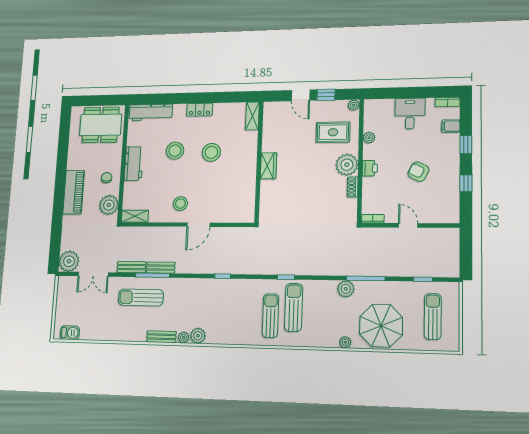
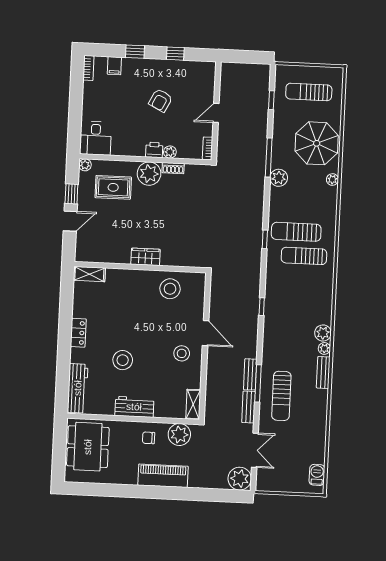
desk: (410, 114) -> (95, 138), moved, turned -90
rug: (333, 132) -> (113, 187), turned 90
plant: (369, 138) -> (170, 152), moved
stool: (211, 152) -> (170, 289), moved

